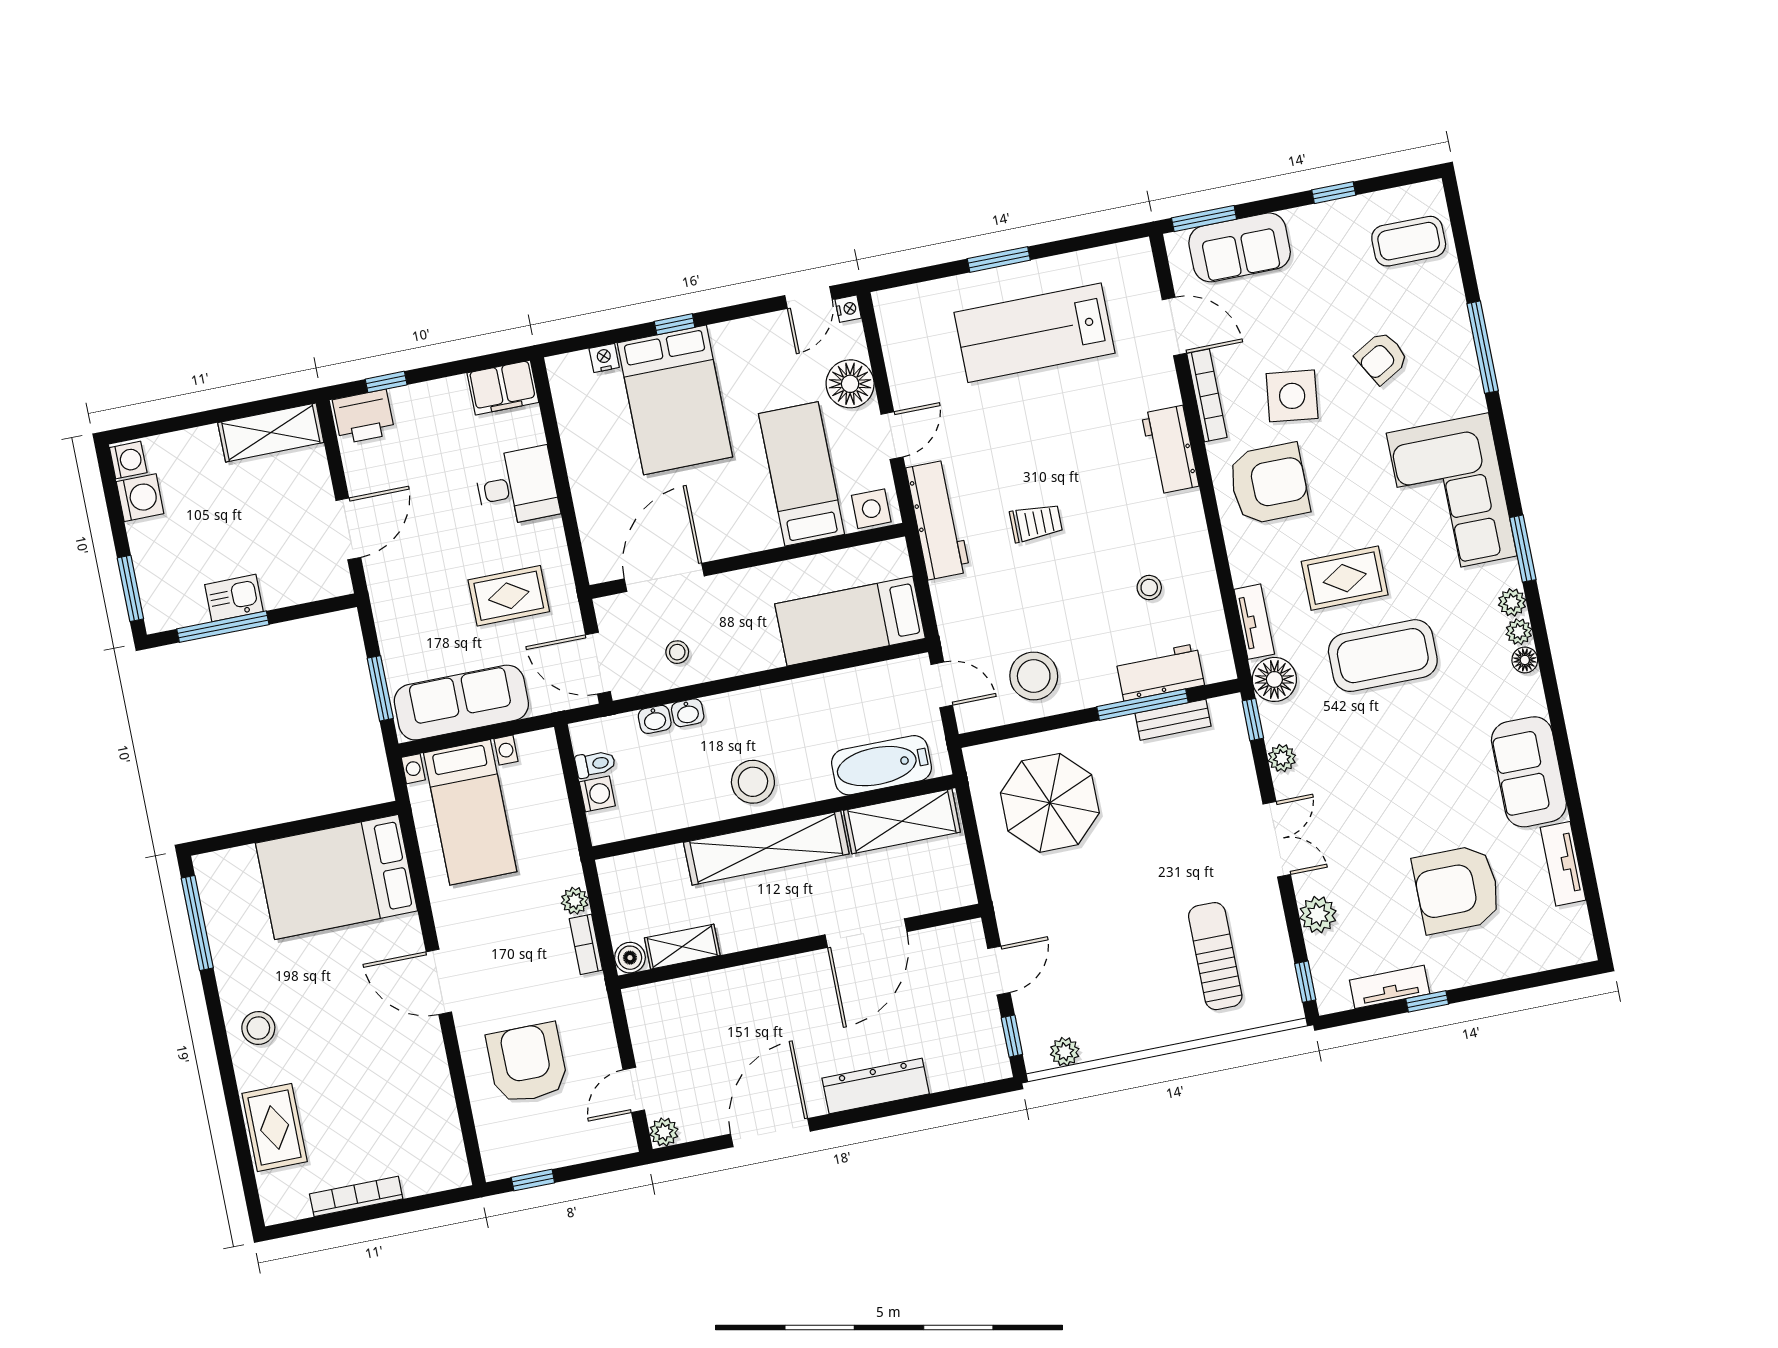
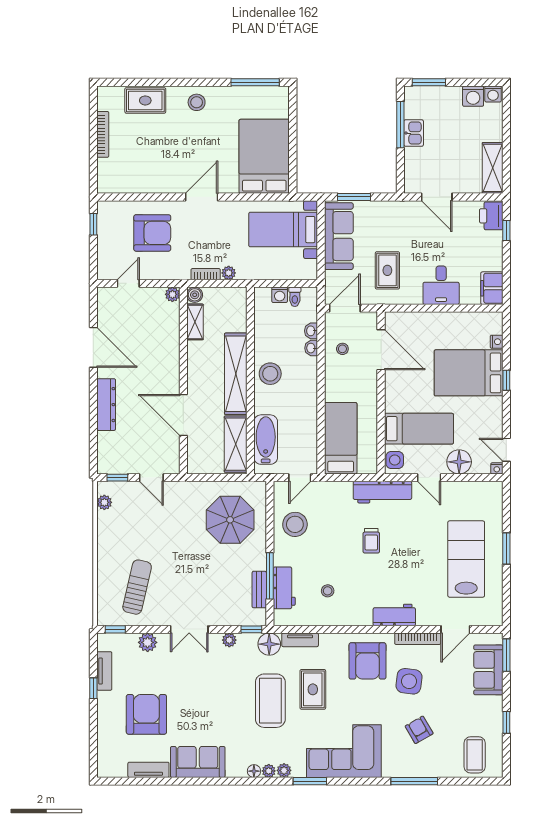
sun lounger: (1215, 956) -> (137, 587), turned -77
door: (634, 1090) -> (128, 283), hinge flipped
plant: (664, 1132) -> (172, 294), moved

